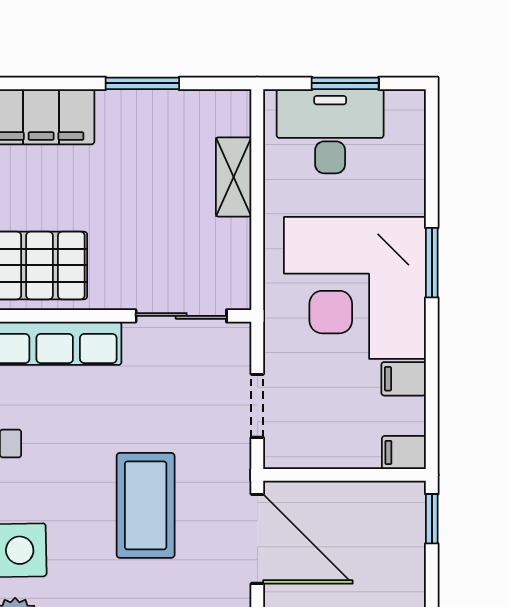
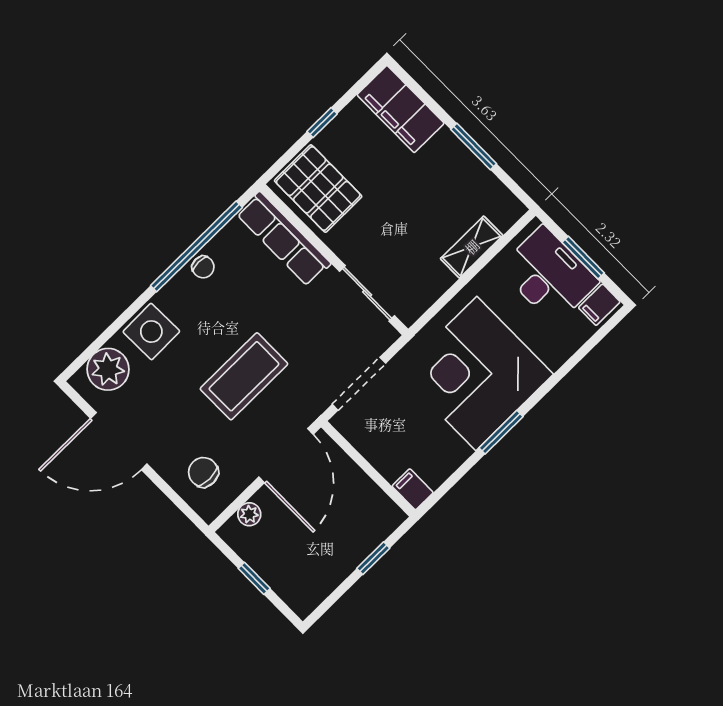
window: (432, 263) -> (501, 432), moved
filing cabinet: (404, 379) -> (599, 305), moved, turned -90
doorway: (257, 406) -> (359, 384), width x1.38
window: (432, 519) -> (373, 558), moved

